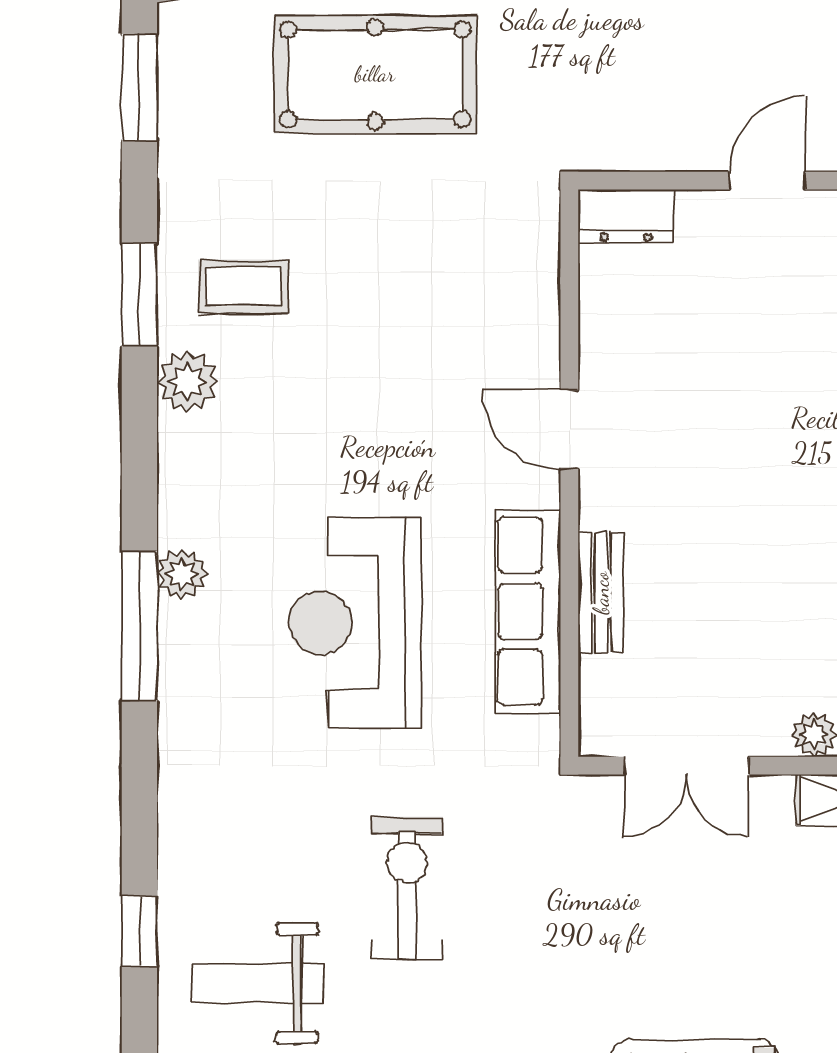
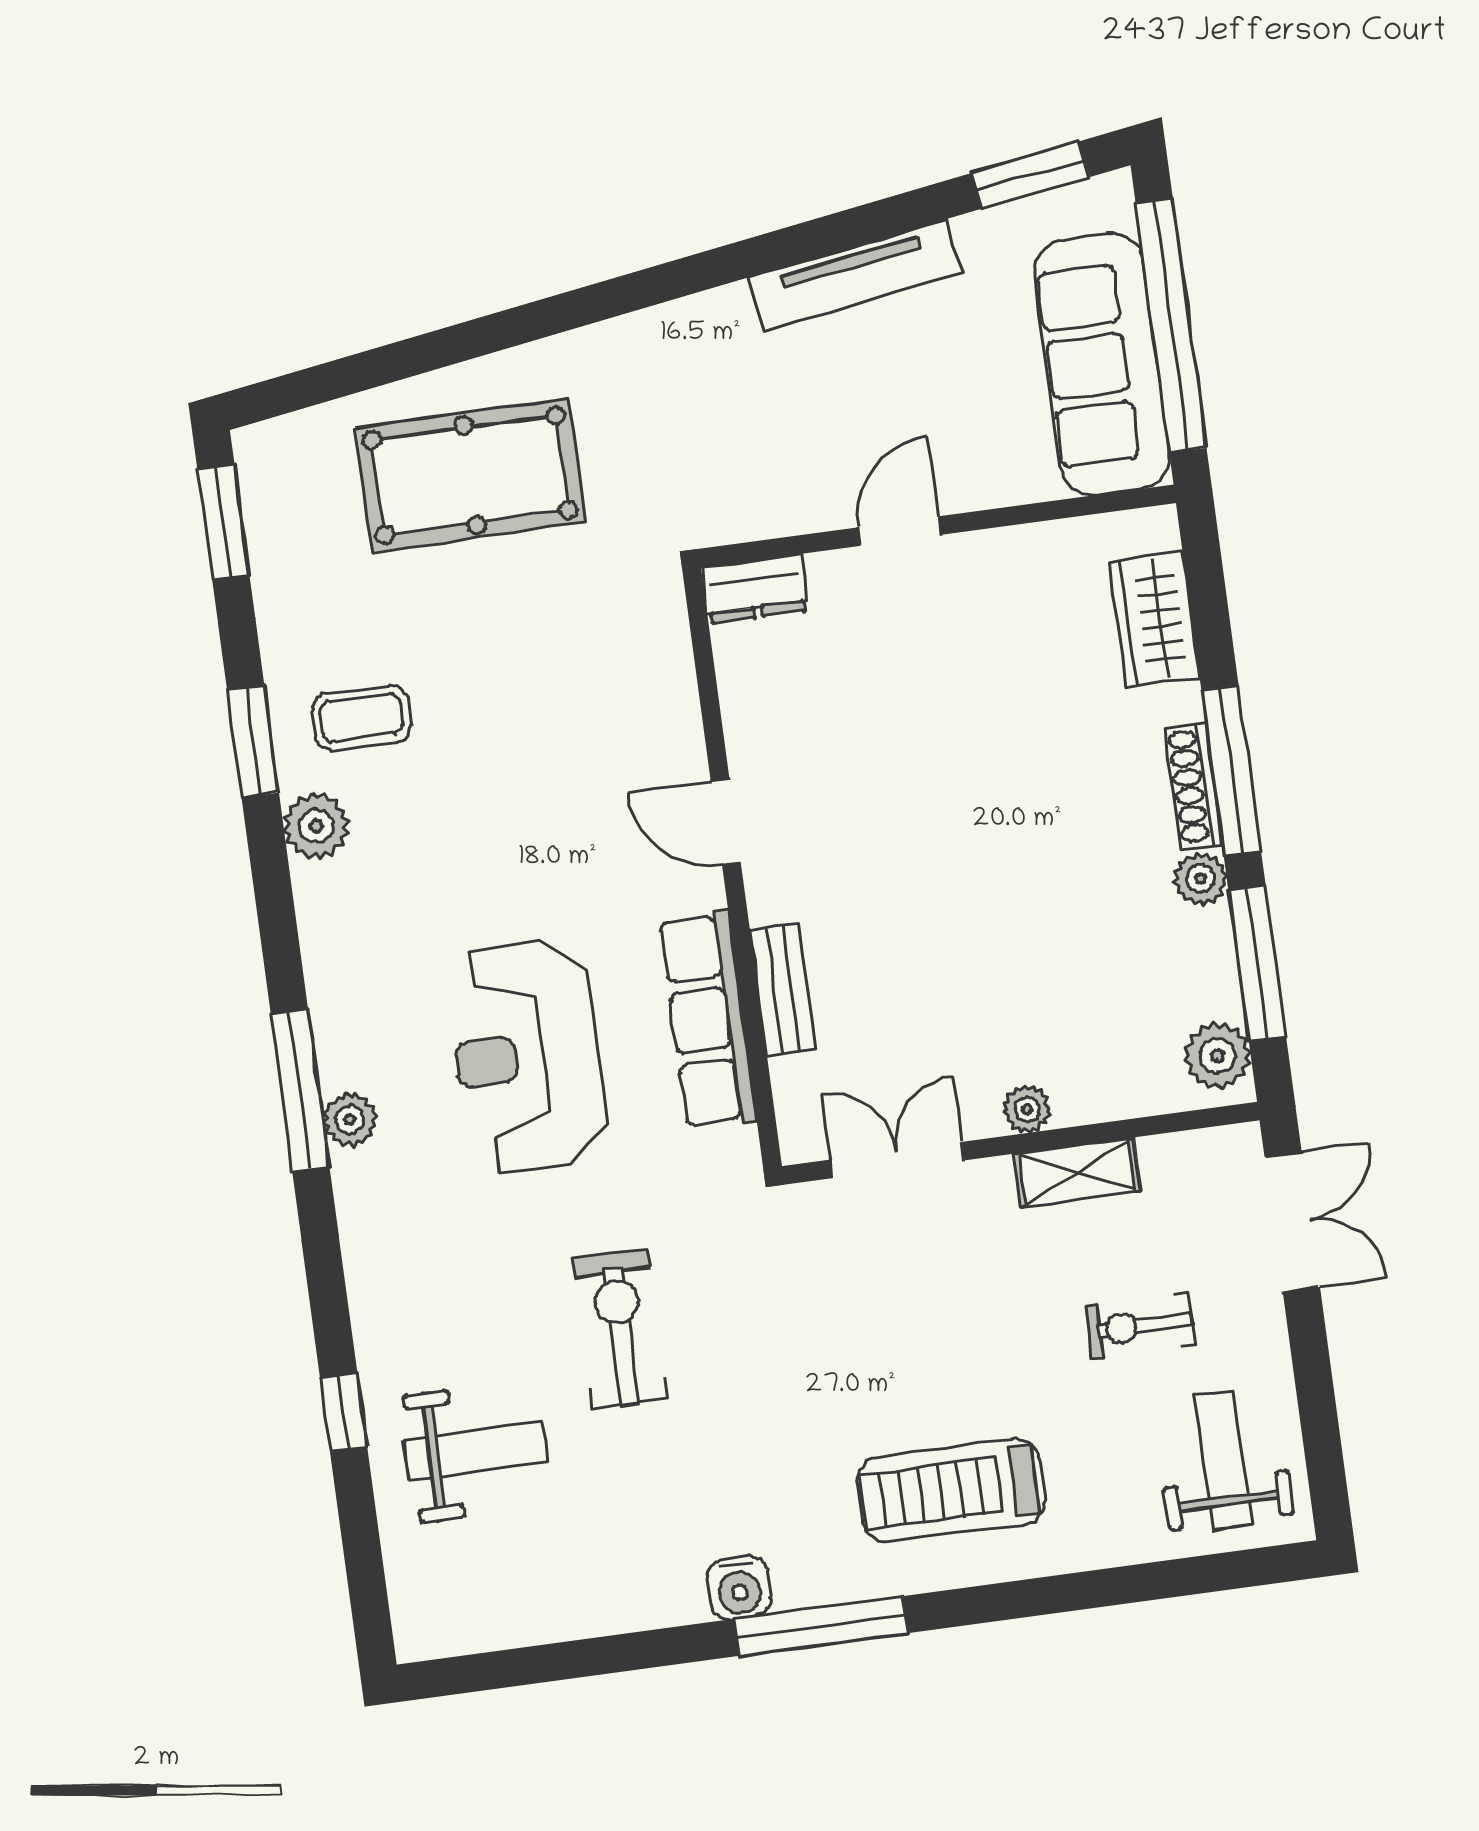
plant: (182, 574) -> (350, 1120), moved
double door: (686, 766) -> (897, 1160), swing flipped
weight bench: (257, 983) -> (476, 1451), turned 180

